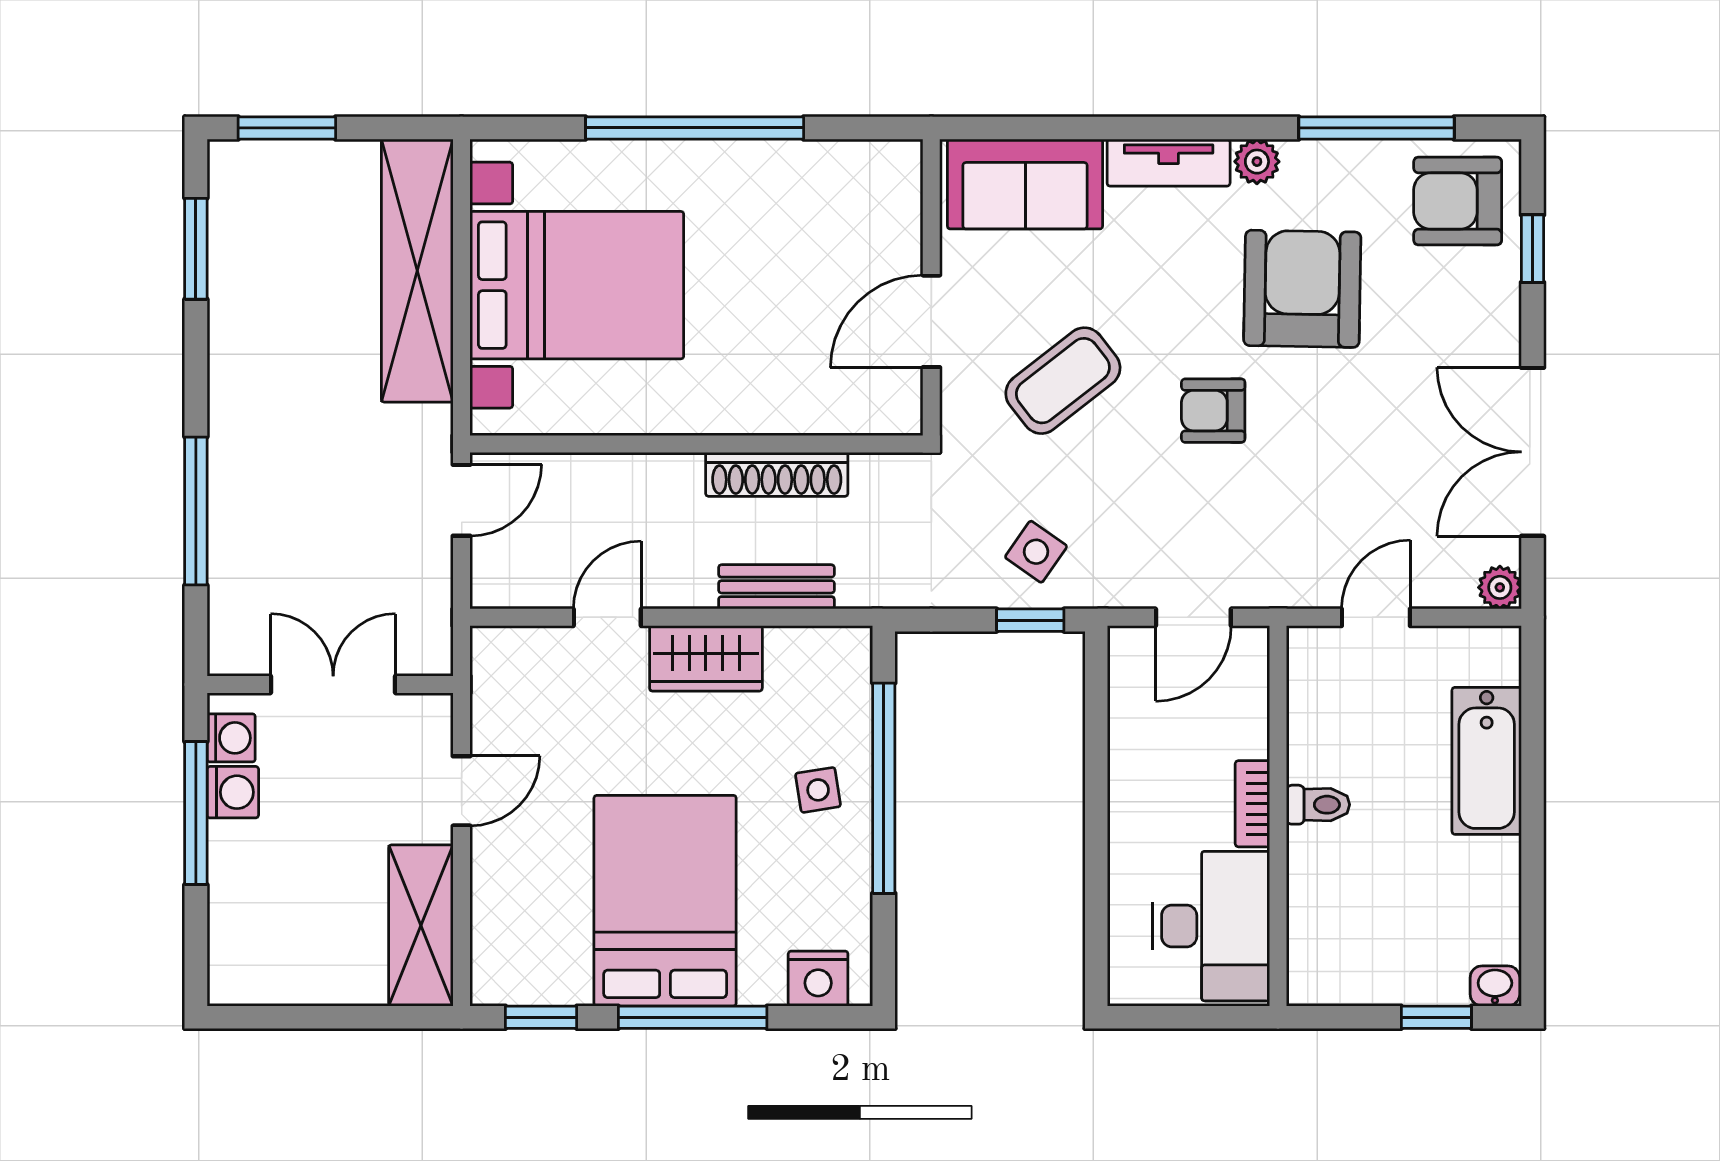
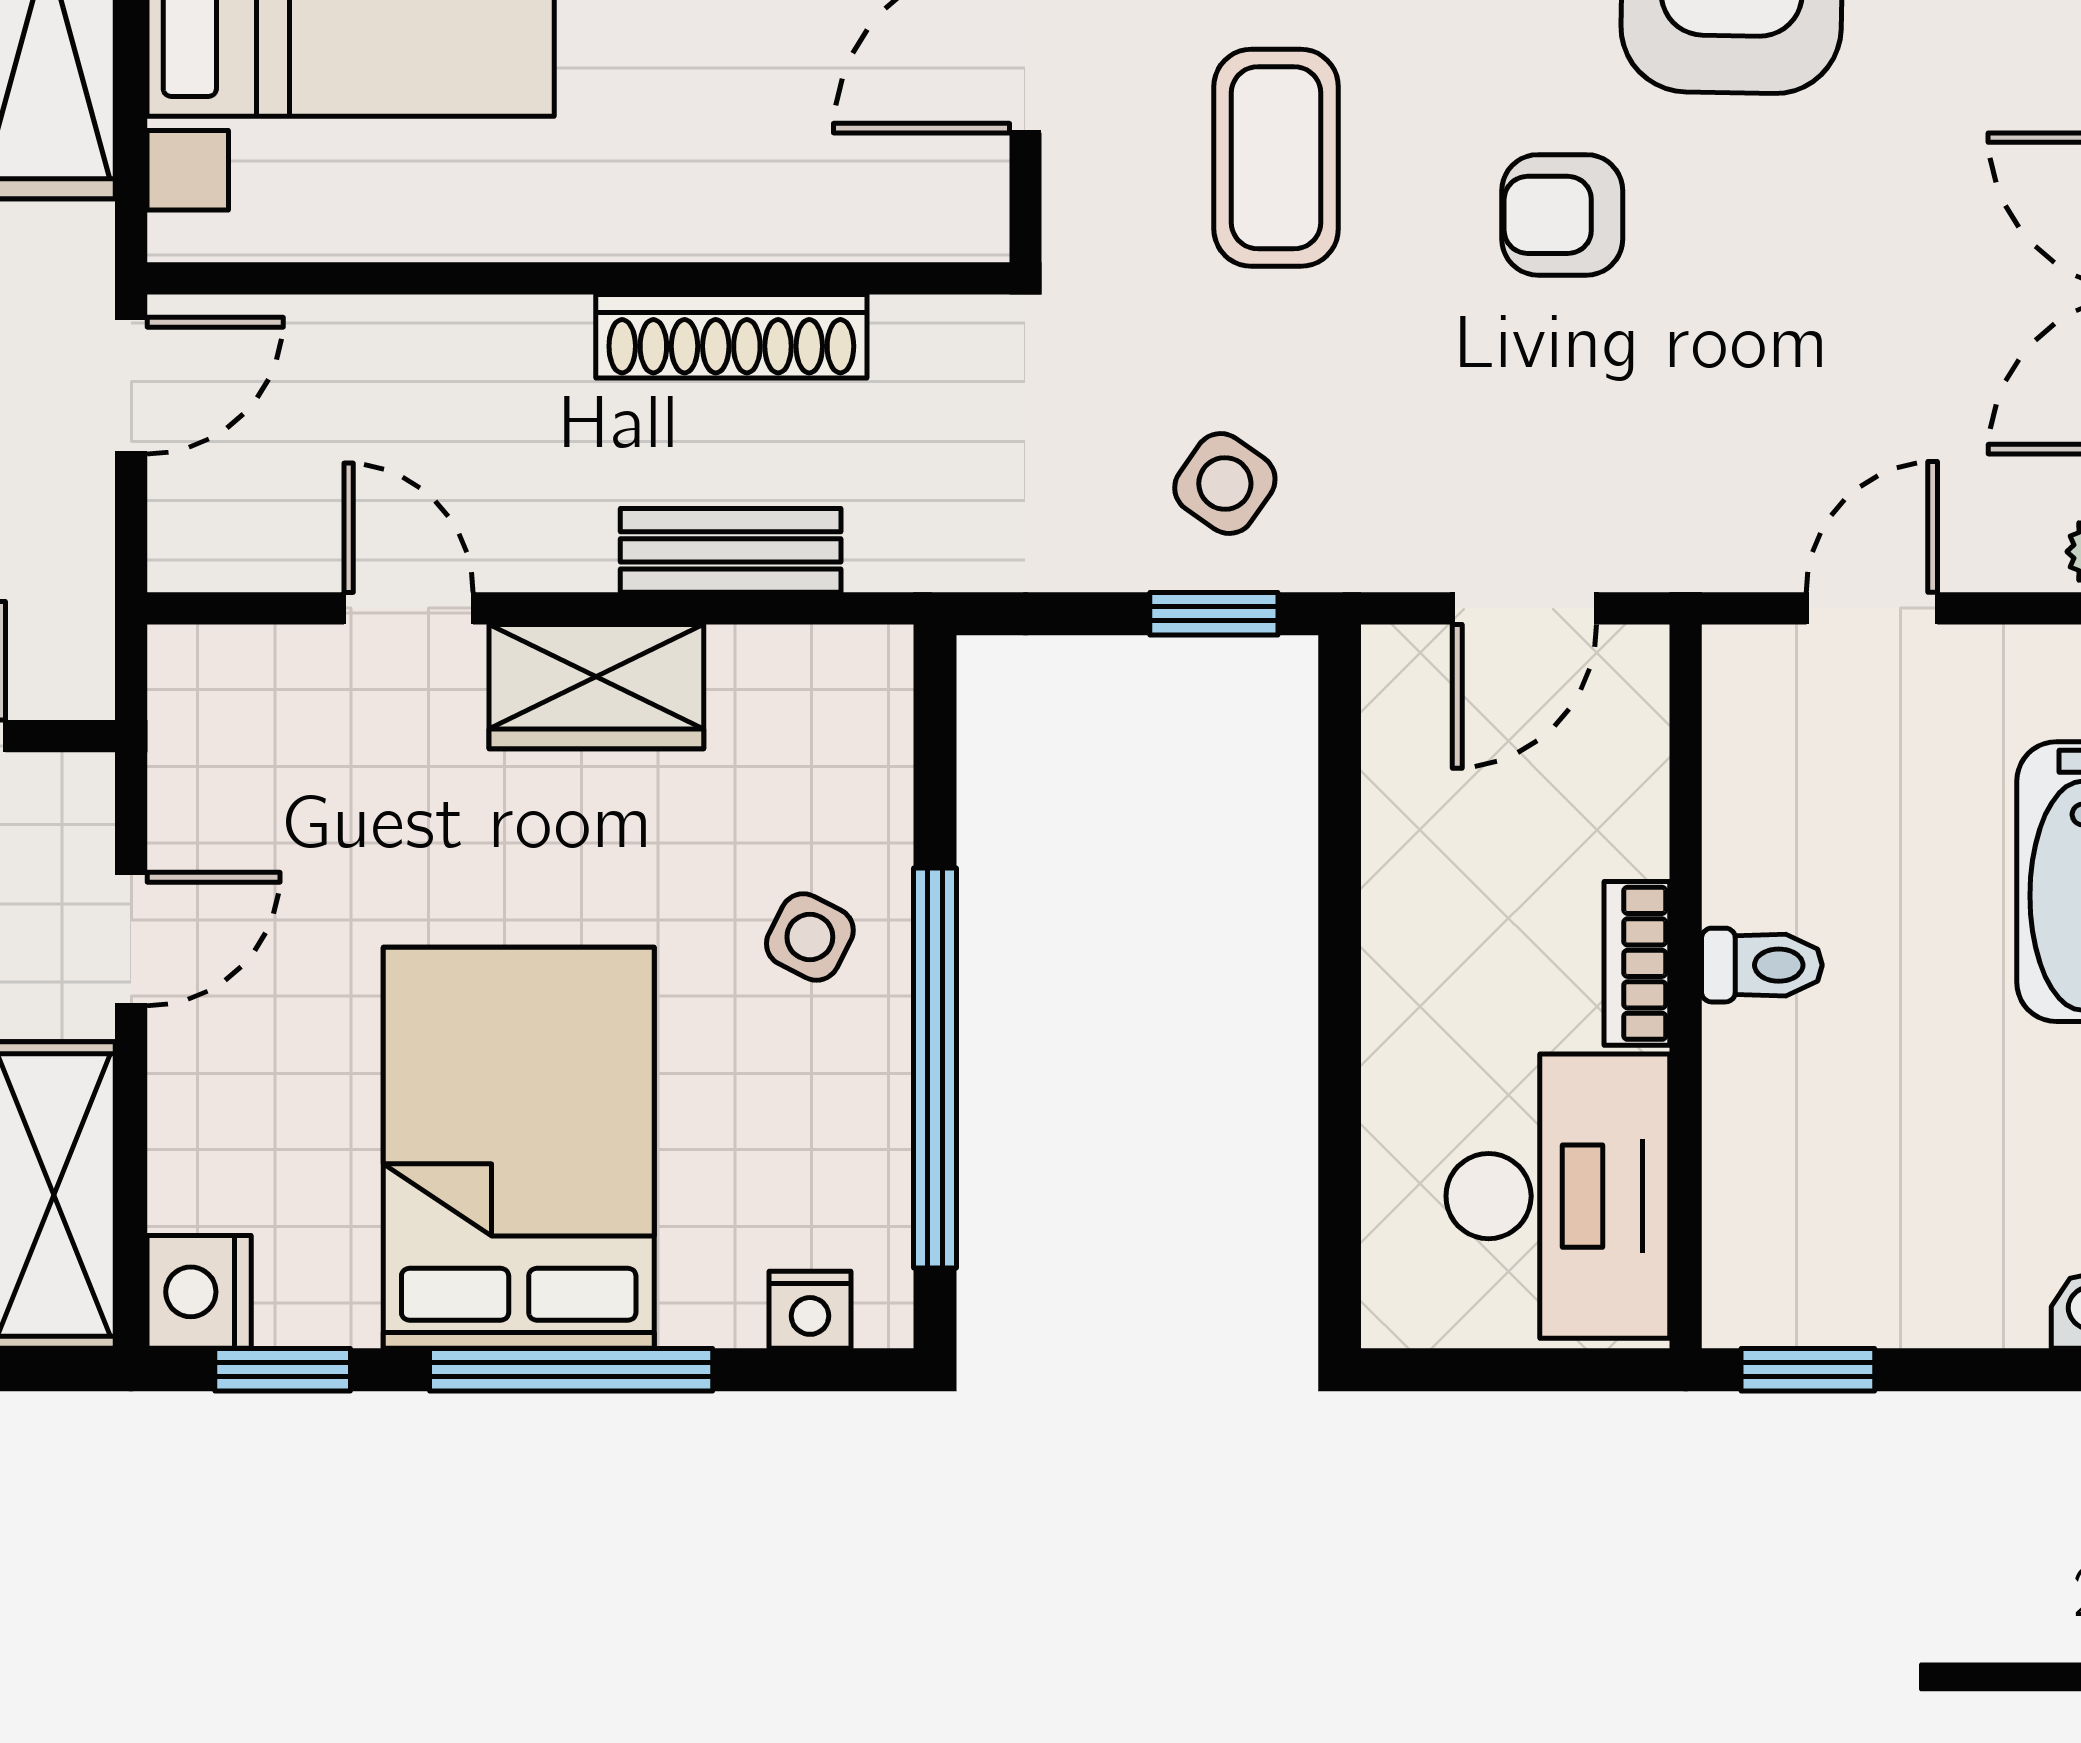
coffee table: (1063, 381) -> (1276, 158), turned -52
door: (607, 617) -> (409, 608), hinge flipped
window: (884, 788) -> (935, 1068), moved
side table: (818, 790) -> (810, 937), turned 36
nightstand: (497, 976) -> (199, 1292), added
nightstand: (818, 979) -> (810, 1310), width x0.72, depth x0.74
window: (1436, 1017) -> (1808, 1370), moved

